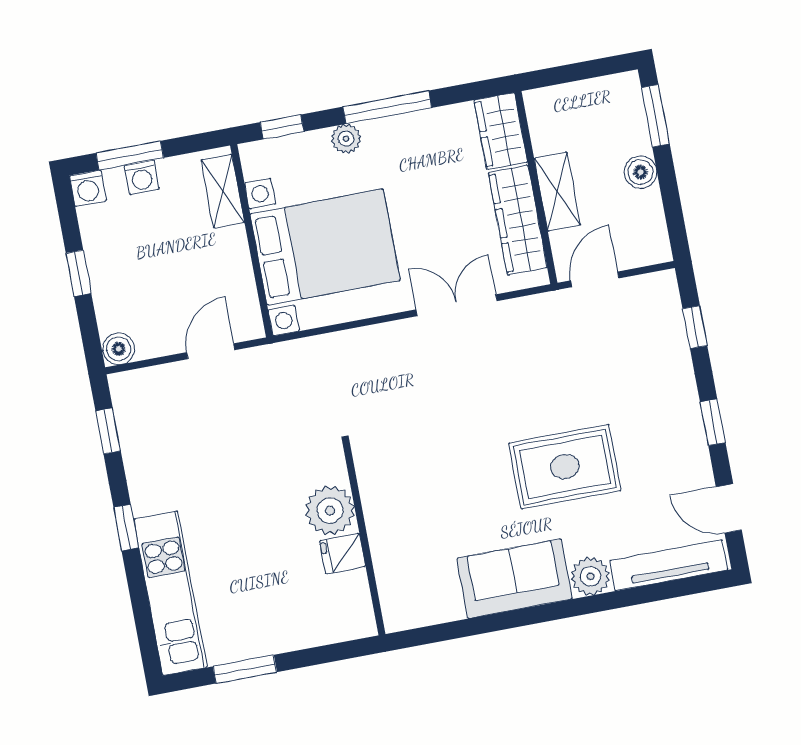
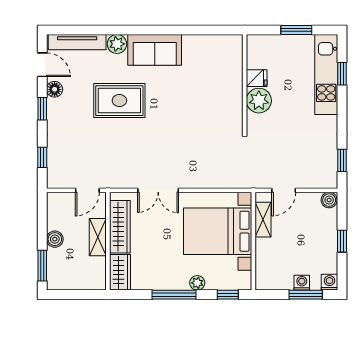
shelving: (223, 191) -> (263, 220), moved
floor lamp: (696, 465) -> (55, 89), added
plant: (330, 511) -> (259, 101), moved
window: (126, 528) -> (342, 74), moved
wall: (364, 539) -> (245, 83), moved
fridge: (343, 554) -> (257, 78), moved

